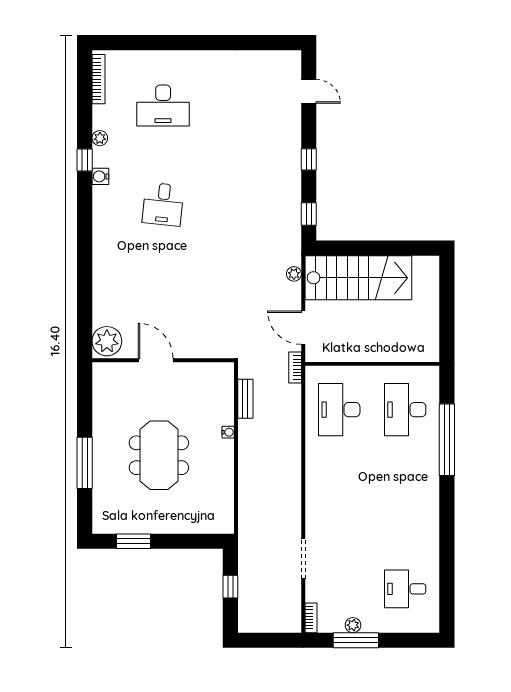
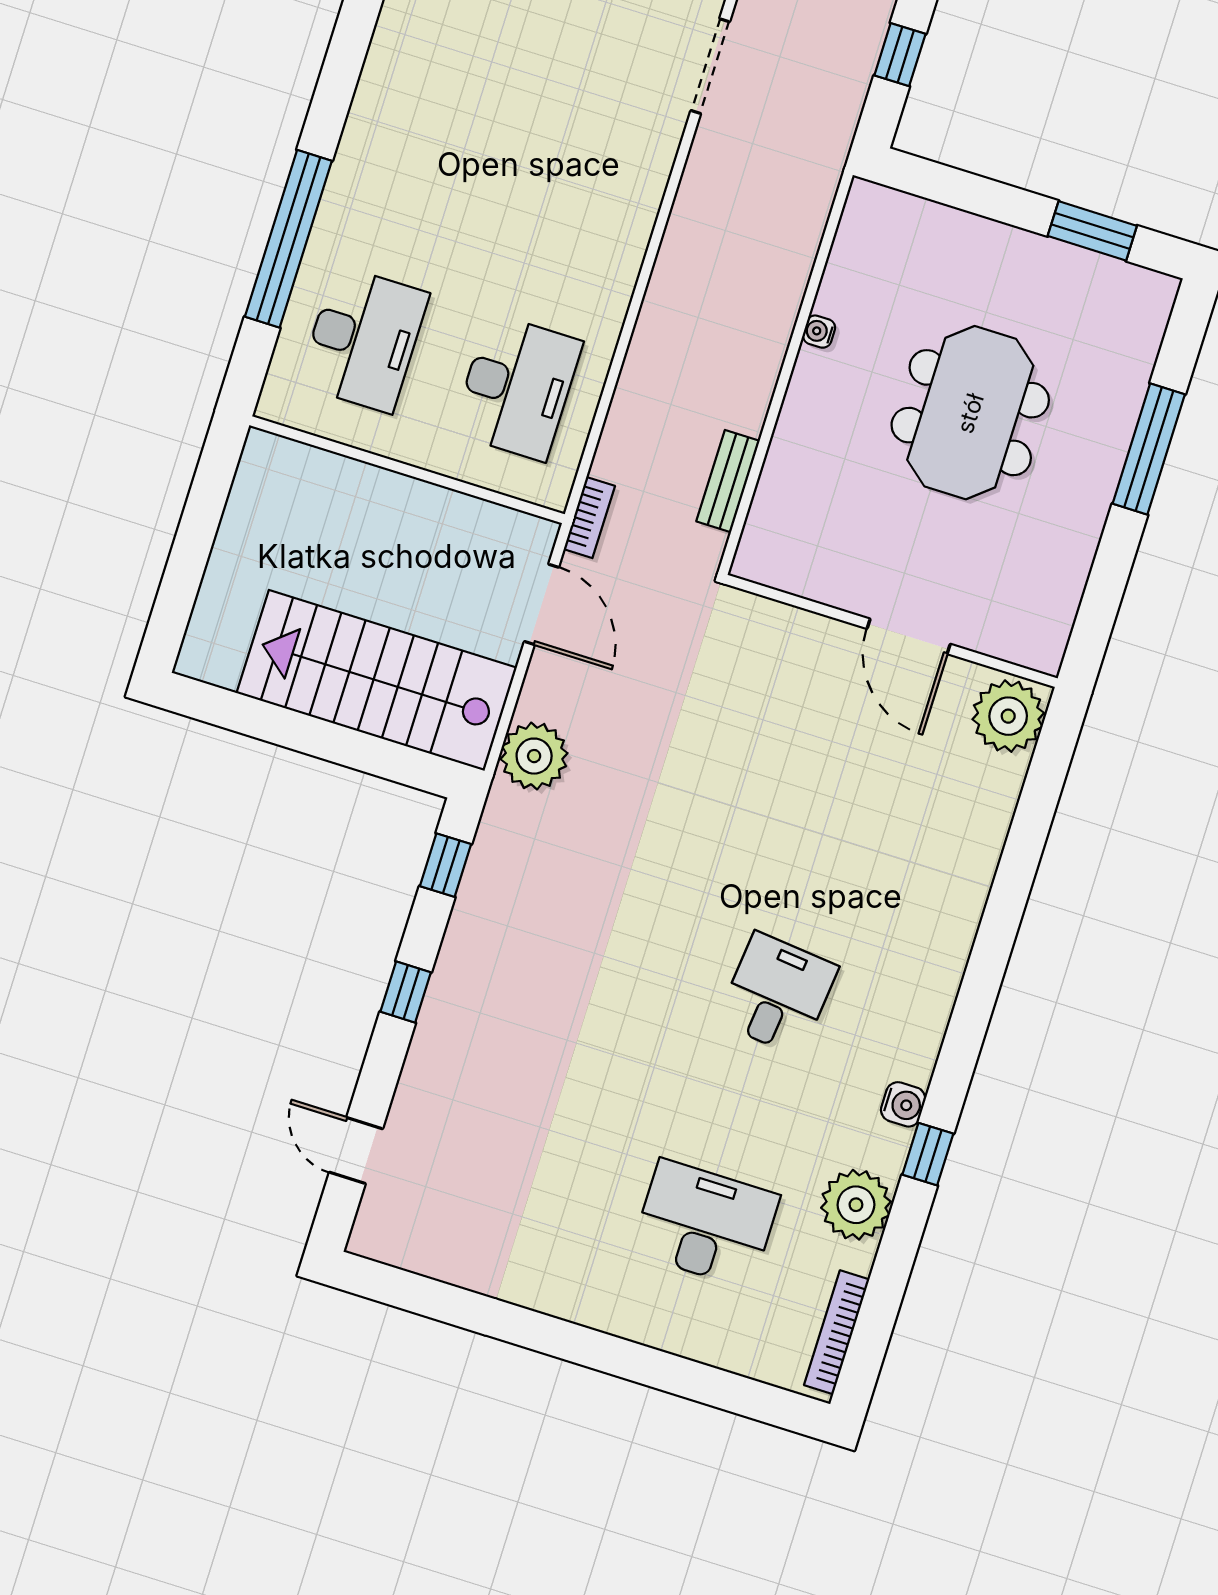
plant: (100, 138) -> (856, 1205), width x1.88, depth x1.88
plant: (294, 274) -> (534, 756), width x1.88, depth x1.88
water cooler: (228, 432) -> (819, 332), moved

